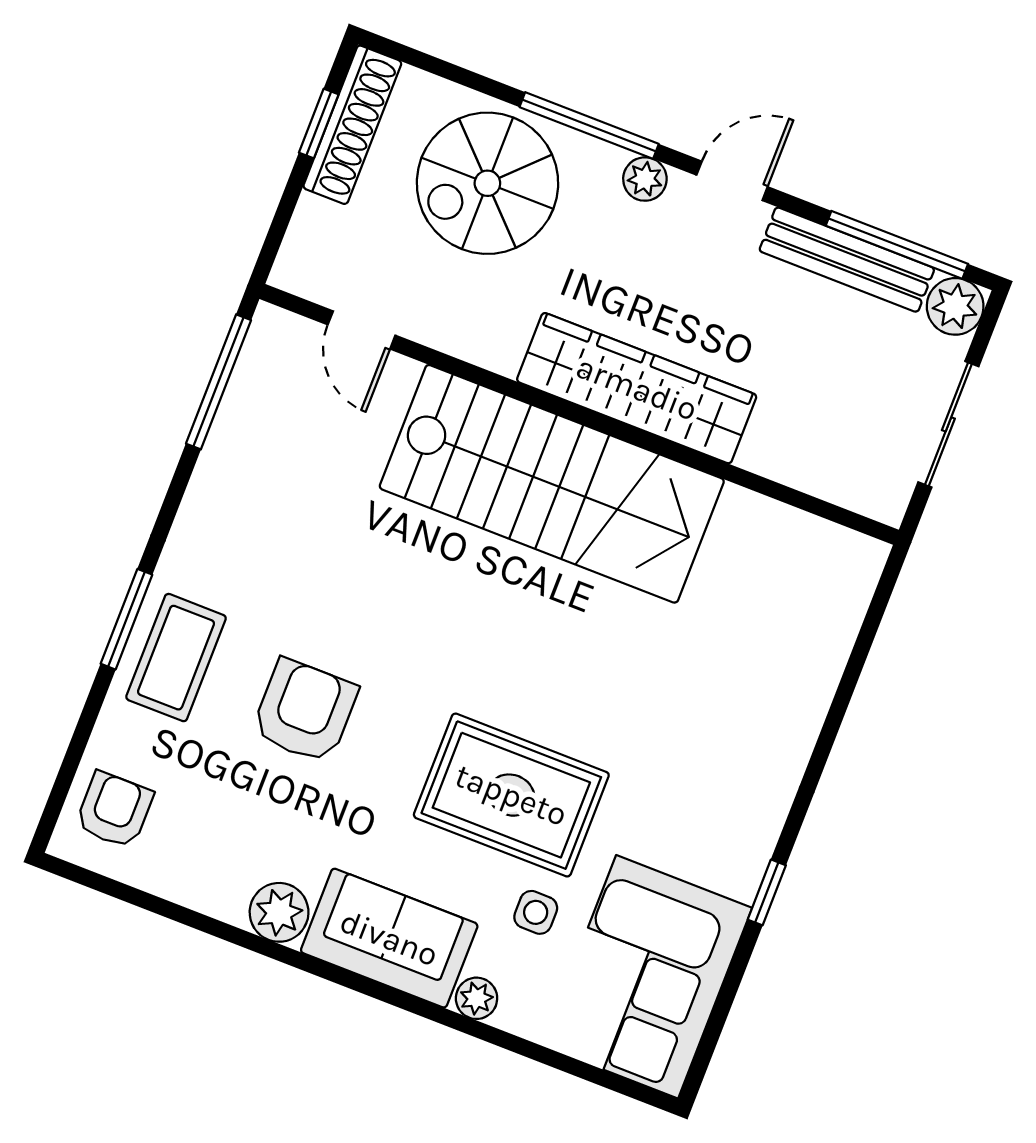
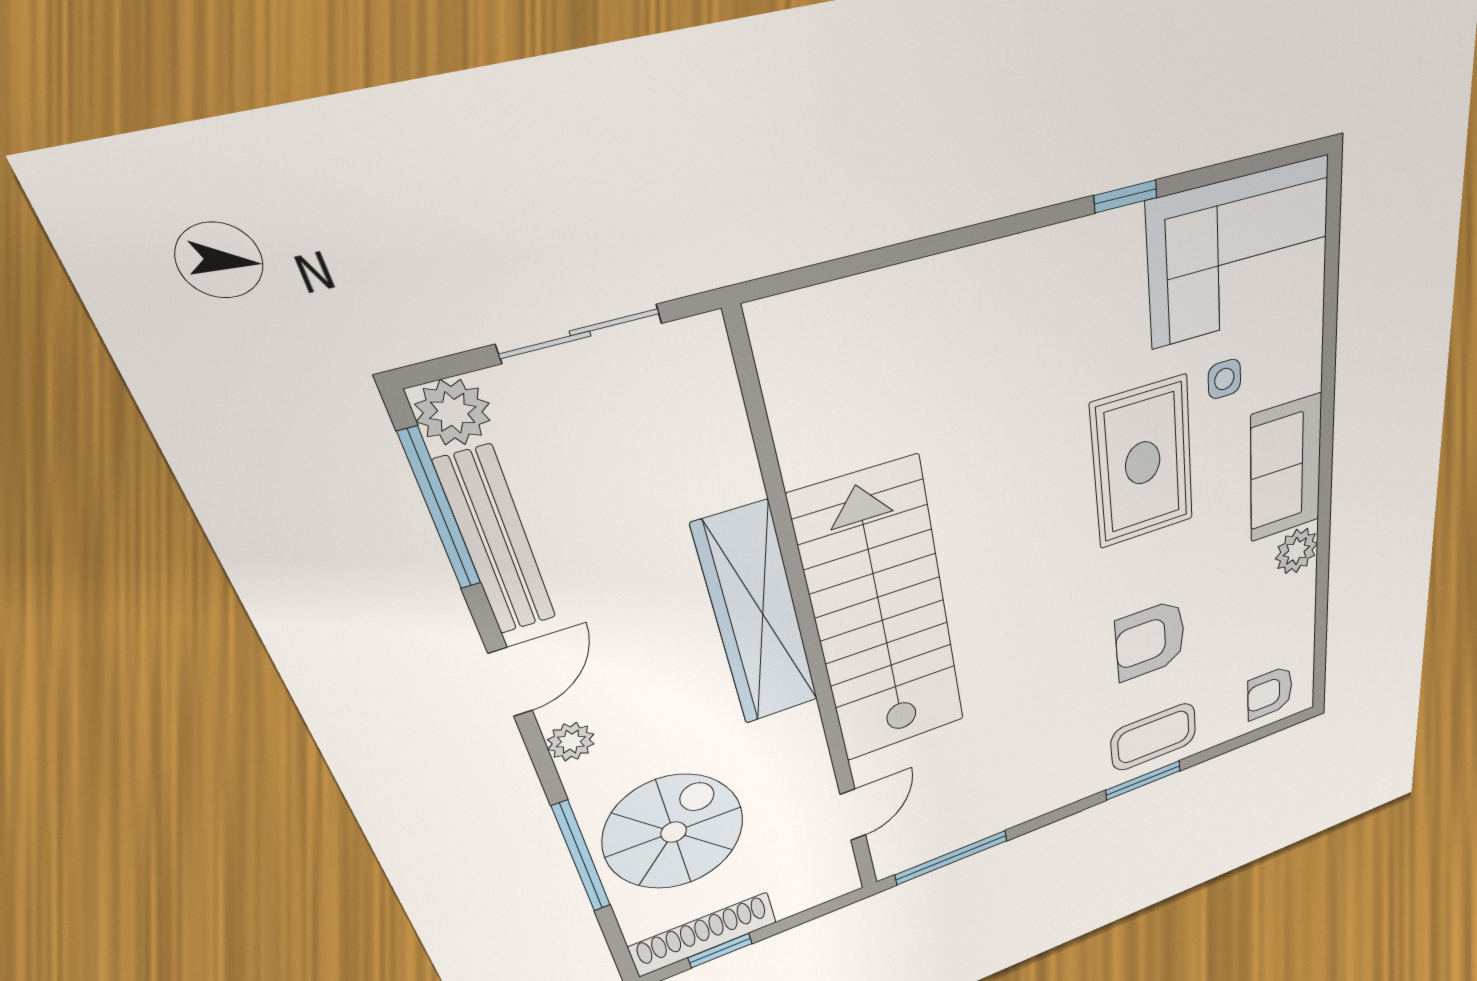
window: (589, 125) -> (581, 857), moved
door: (732, 181) -> (510, 682), swing flipped
spiral stairs: (487, 183) -> (674, 832), turned -90
plant: (477, 998) -> (1306, 375), removed

